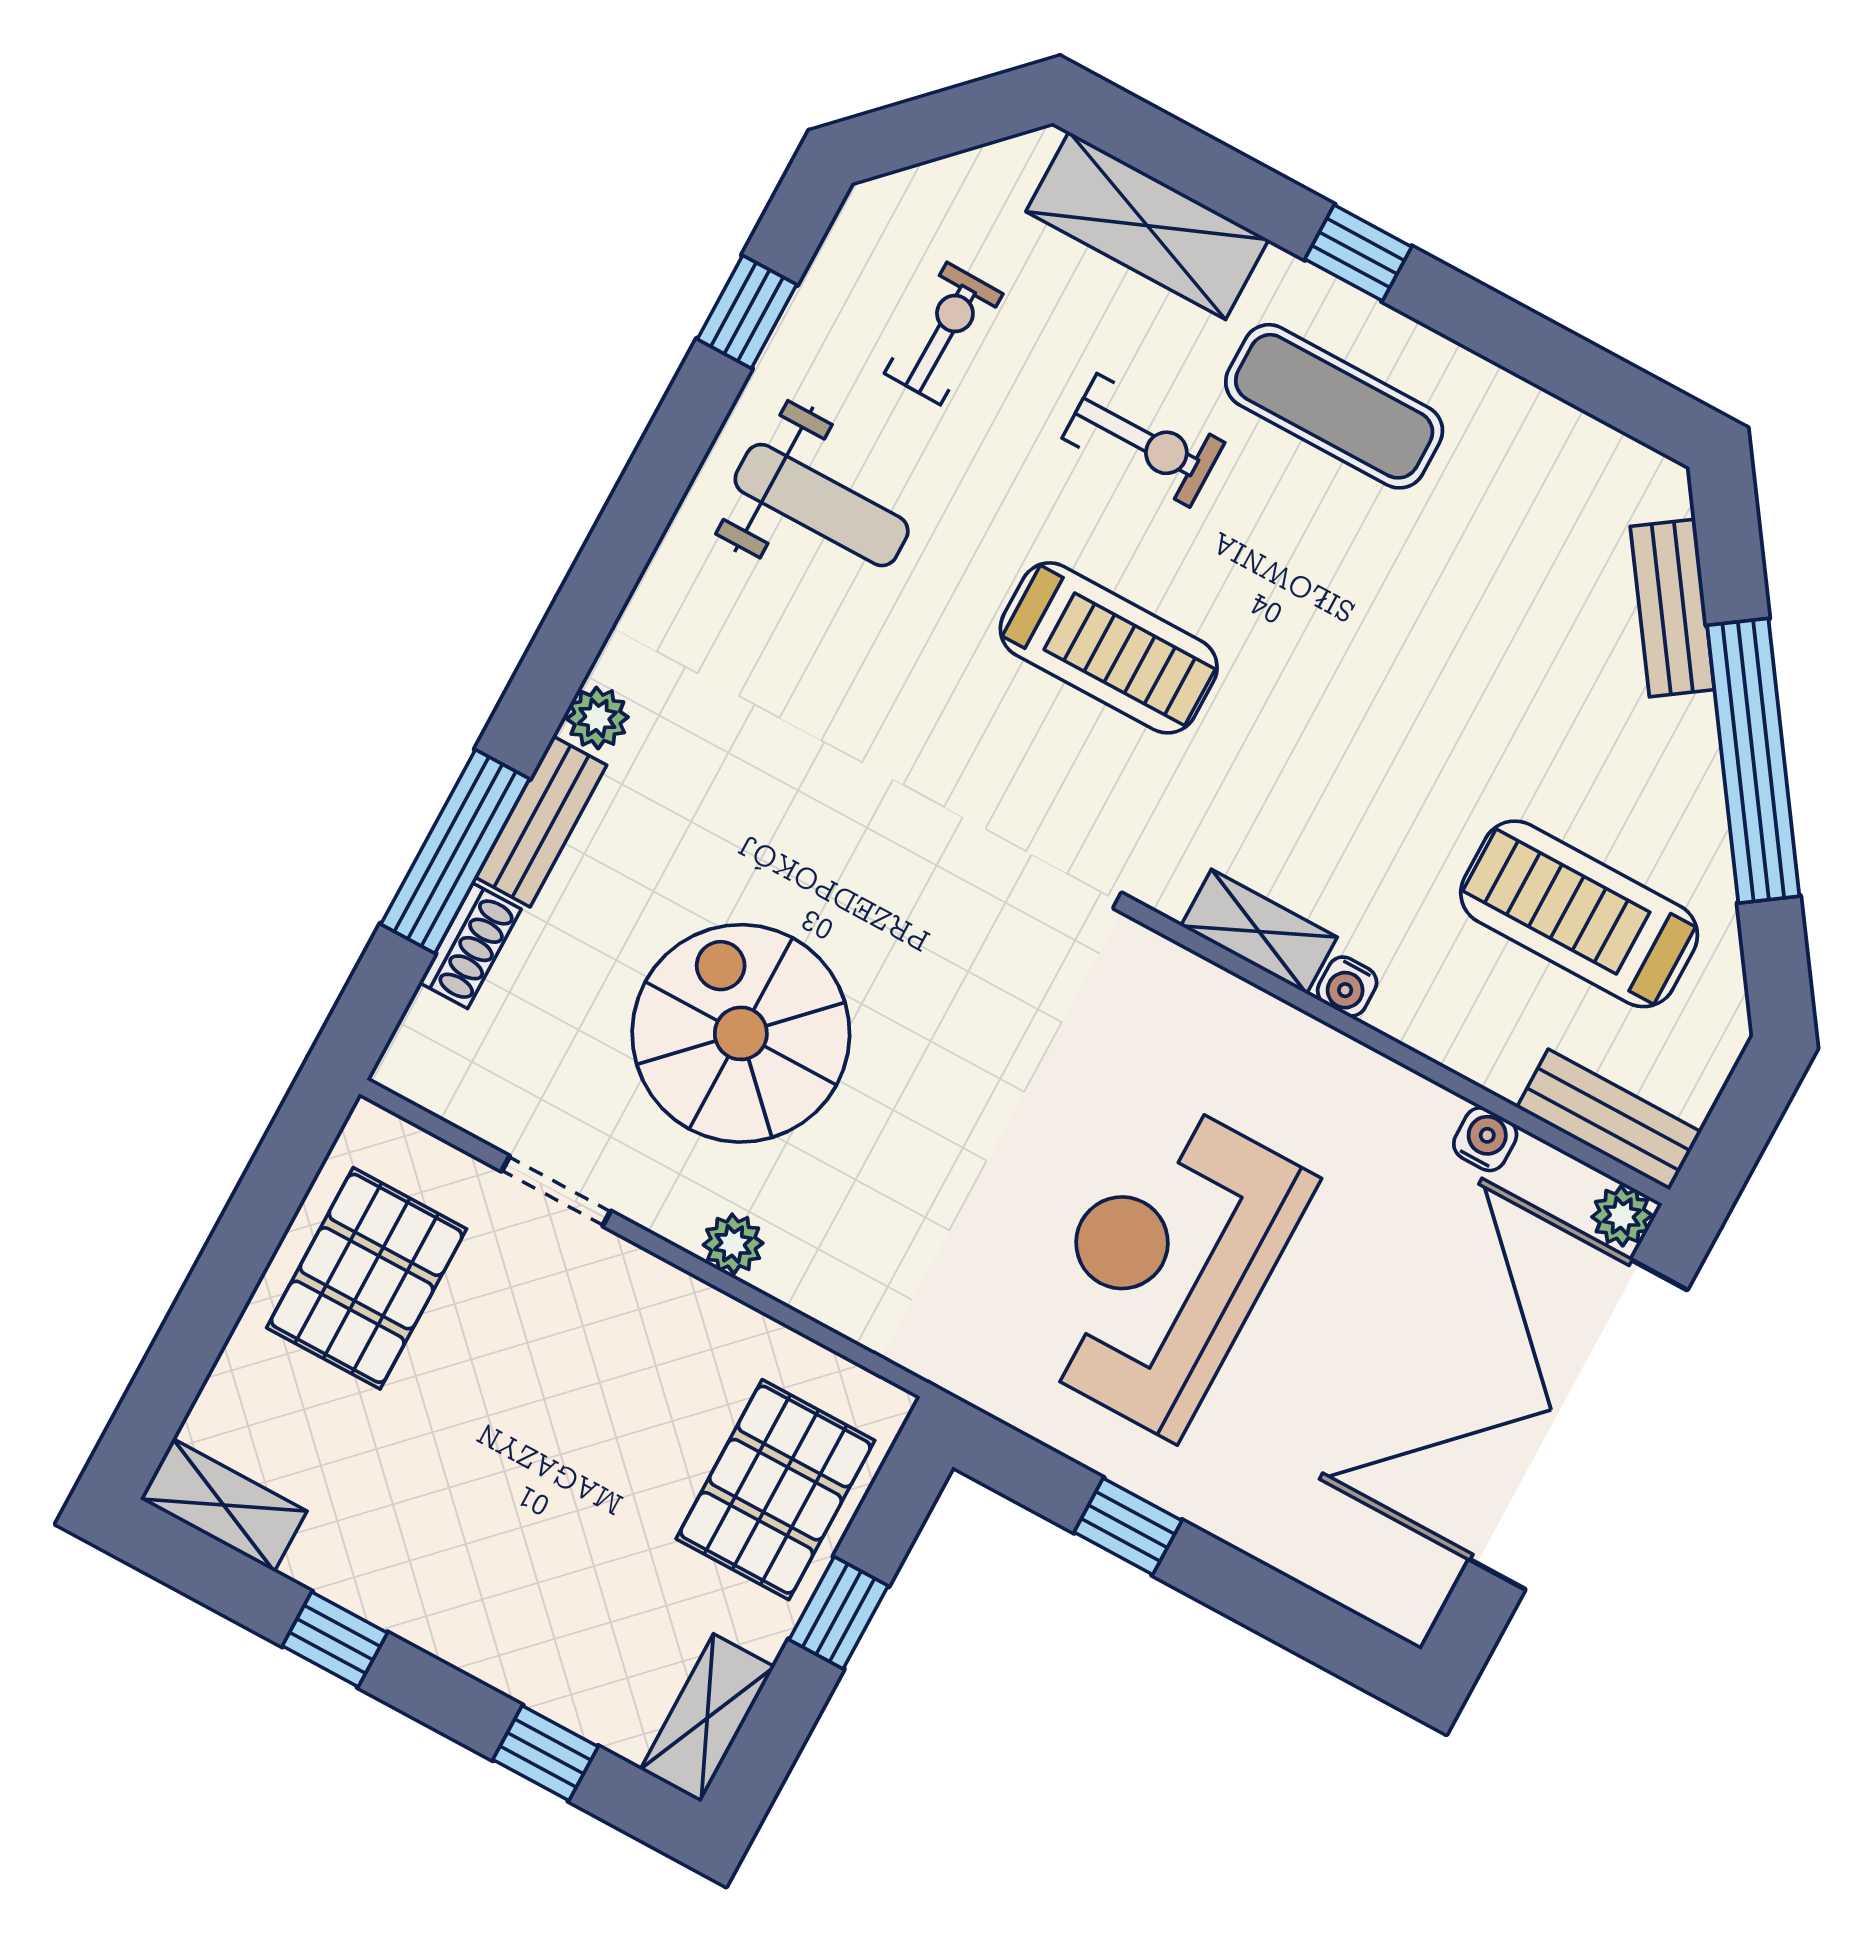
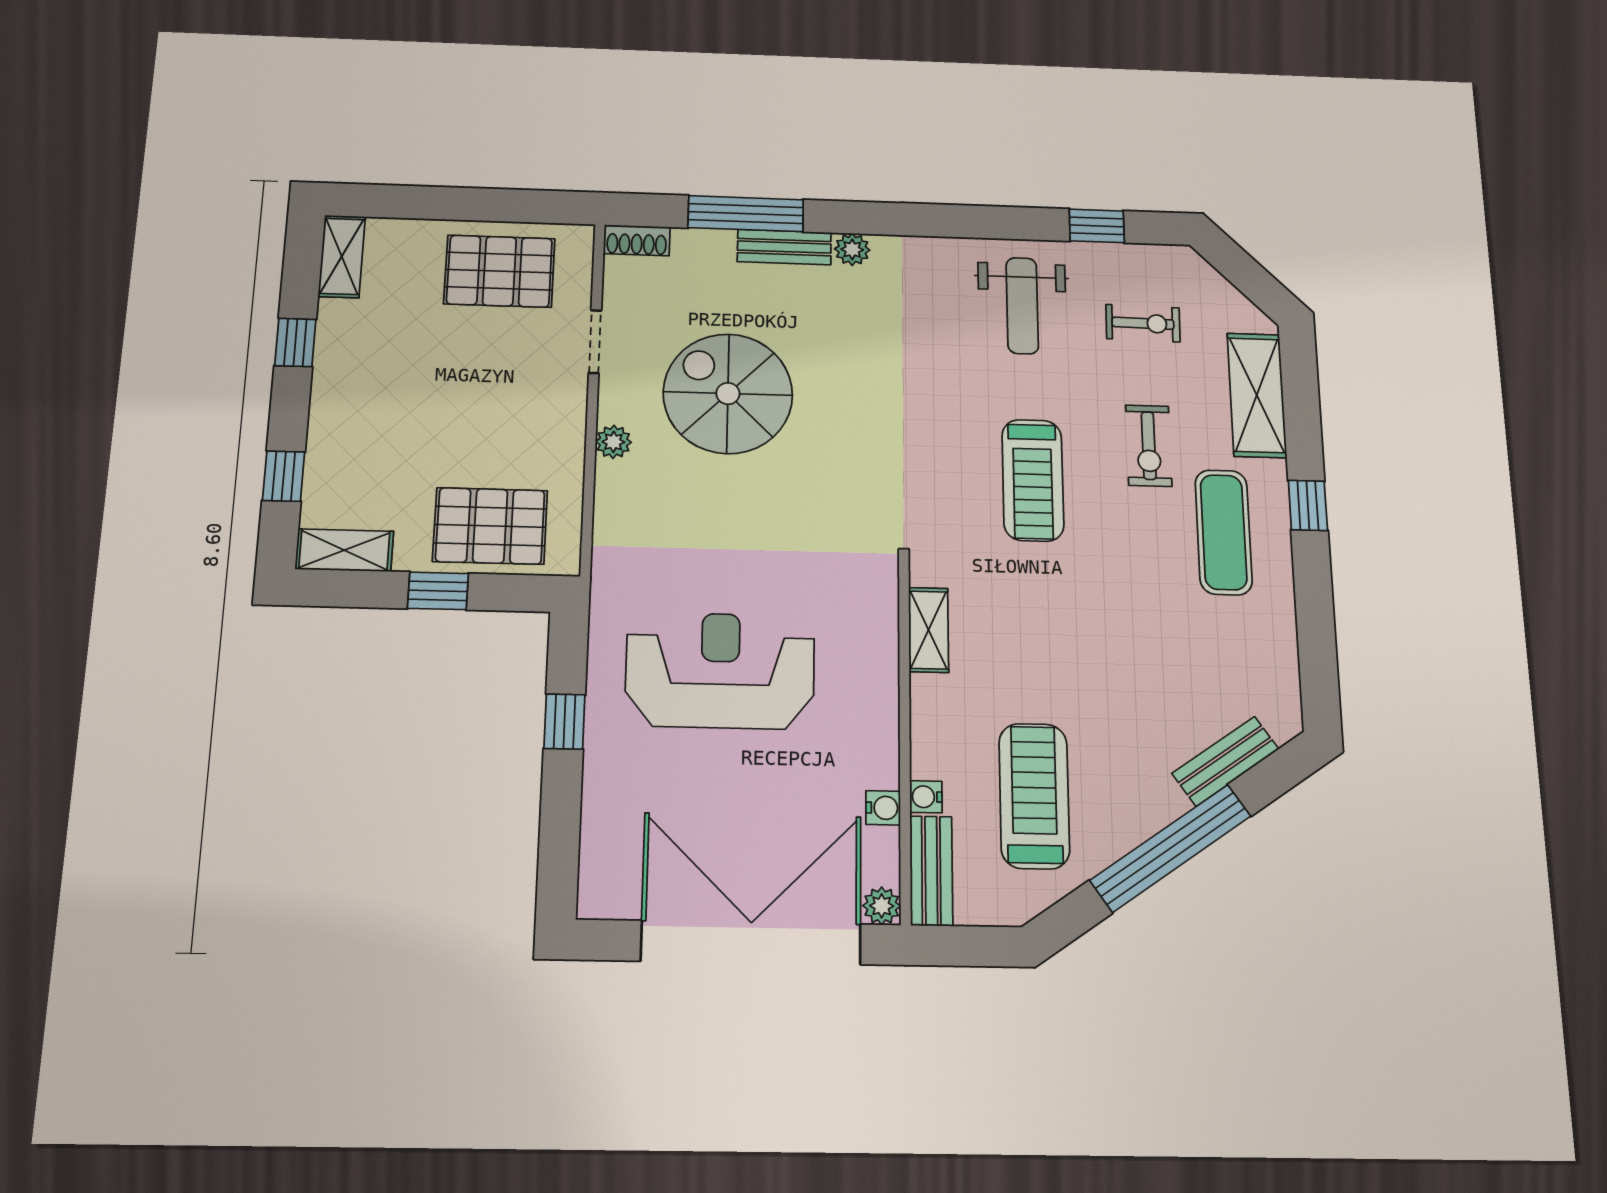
shoe rack: (470, 946) -> (637, 240), moved
water cooler: (1347, 986) -> (926, 797), moved
spiral stairs: (741, 1033) -> (728, 394), turned -90

